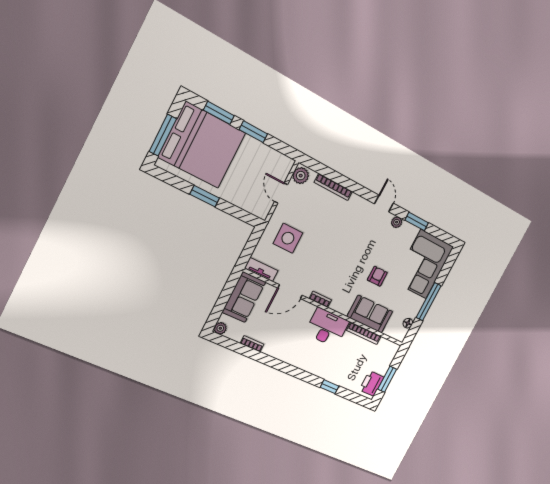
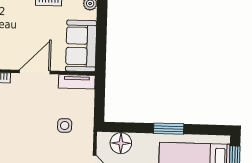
floor lamp: (250, 203) -> (121, 143), added
side table: (288, 238) -> (65, 126), width x0.54, depth x0.54

